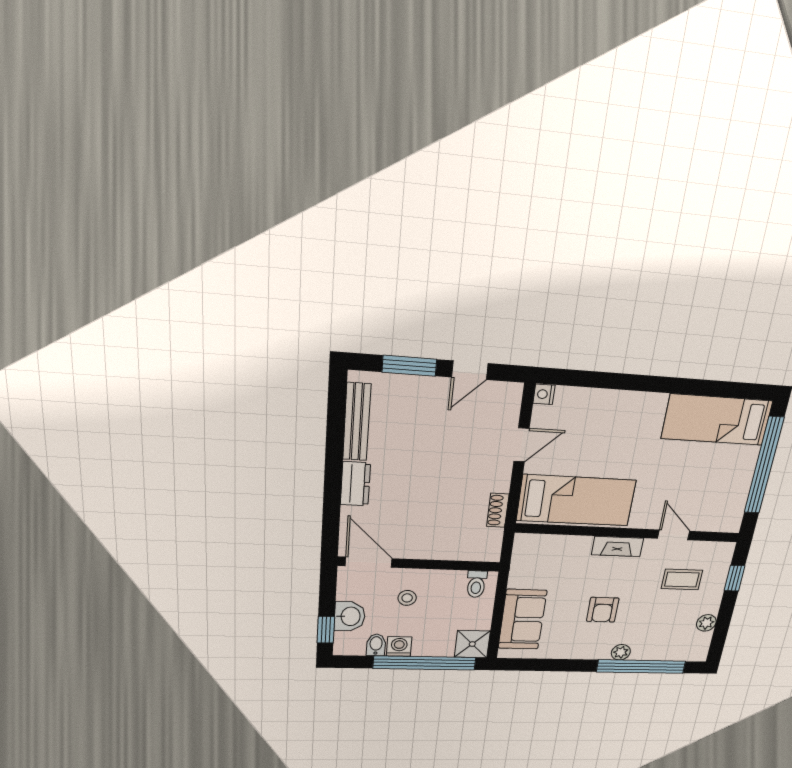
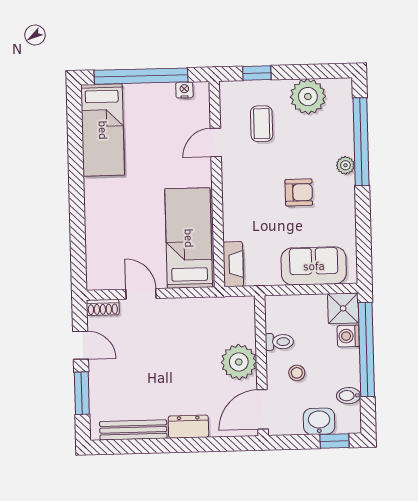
nightstand: (544, 394) -> (184, 90), moved, turned 180
shoe rack: (498, 510) -> (103, 307), moved
plant: (427, 542) -> (239, 362), added
fireplace: (617, 546) -> (233, 264), moved
toilet: (476, 584) -> (279, 342), moved
plant: (706, 623) -> (308, 97), width x1.87, depth x1.87
washing machine: (399, 647) -> (348, 336), moved

